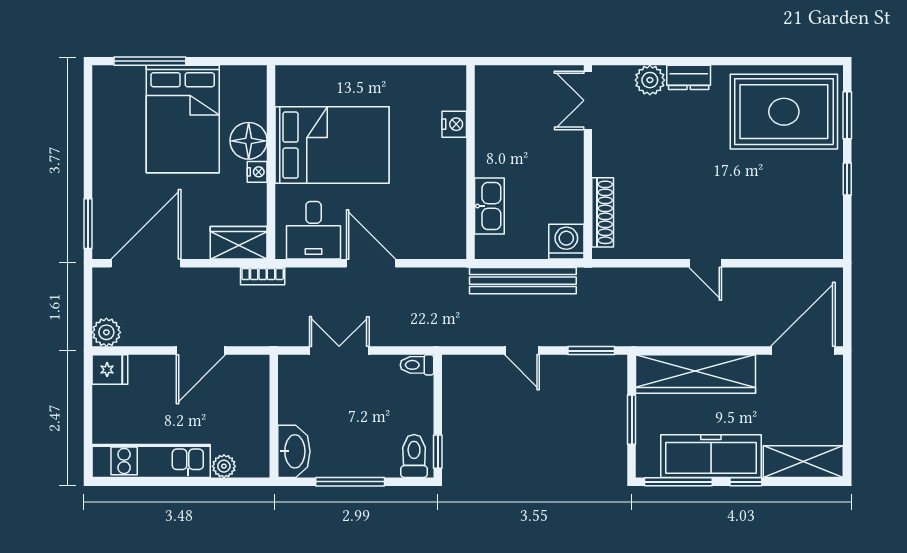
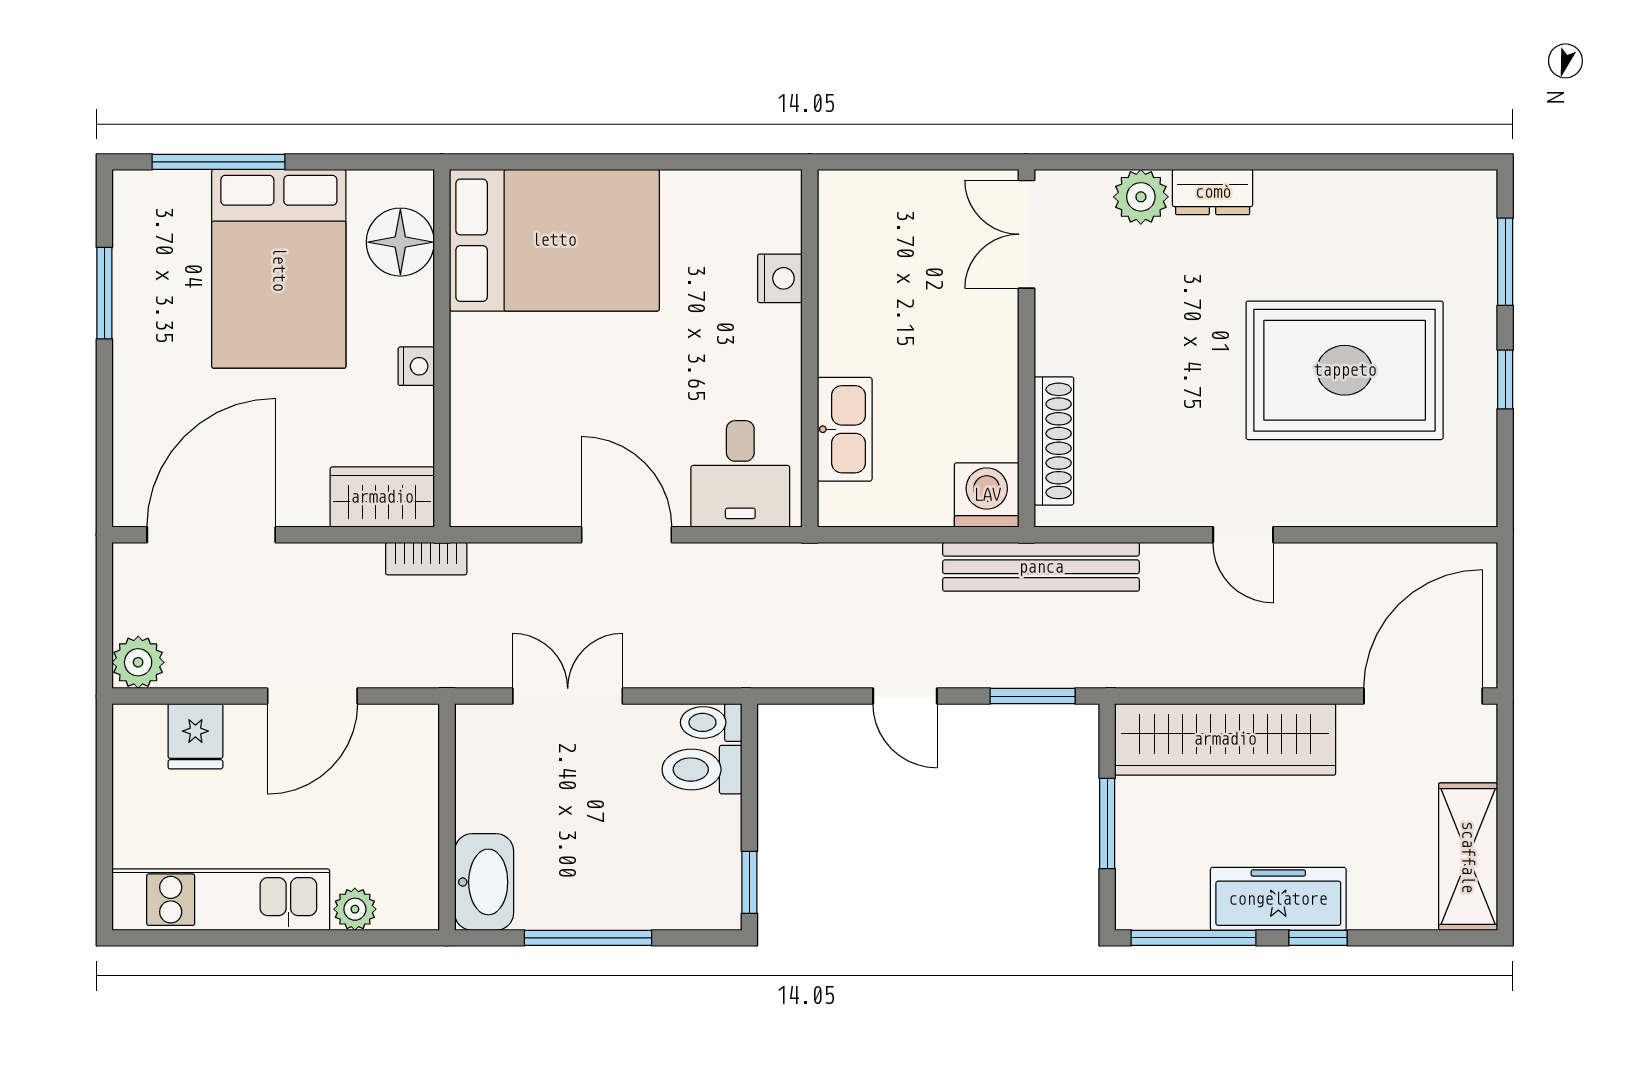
rug: (784, 112) -> (1345, 370), moved
floor lamp: (249, 141) -> (400, 242), moved
bed: (332, 145) -> (554, 240), moved
window: (88, 224) -> (104, 293), moved
desk: (314, 230) -> (740, 474), moved
bench: (523, 281) -> (1041, 567), moved
fridge: (110, 370) -> (195, 736), moved, turned 90
toilet: (414, 456) -> (702, 770), moved, turned -90
freezer: (711, 456) -> (1278, 899), width x0.73, depth x0.79
shelving: (803, 462) -> (1468, 857), moved, turned 90

